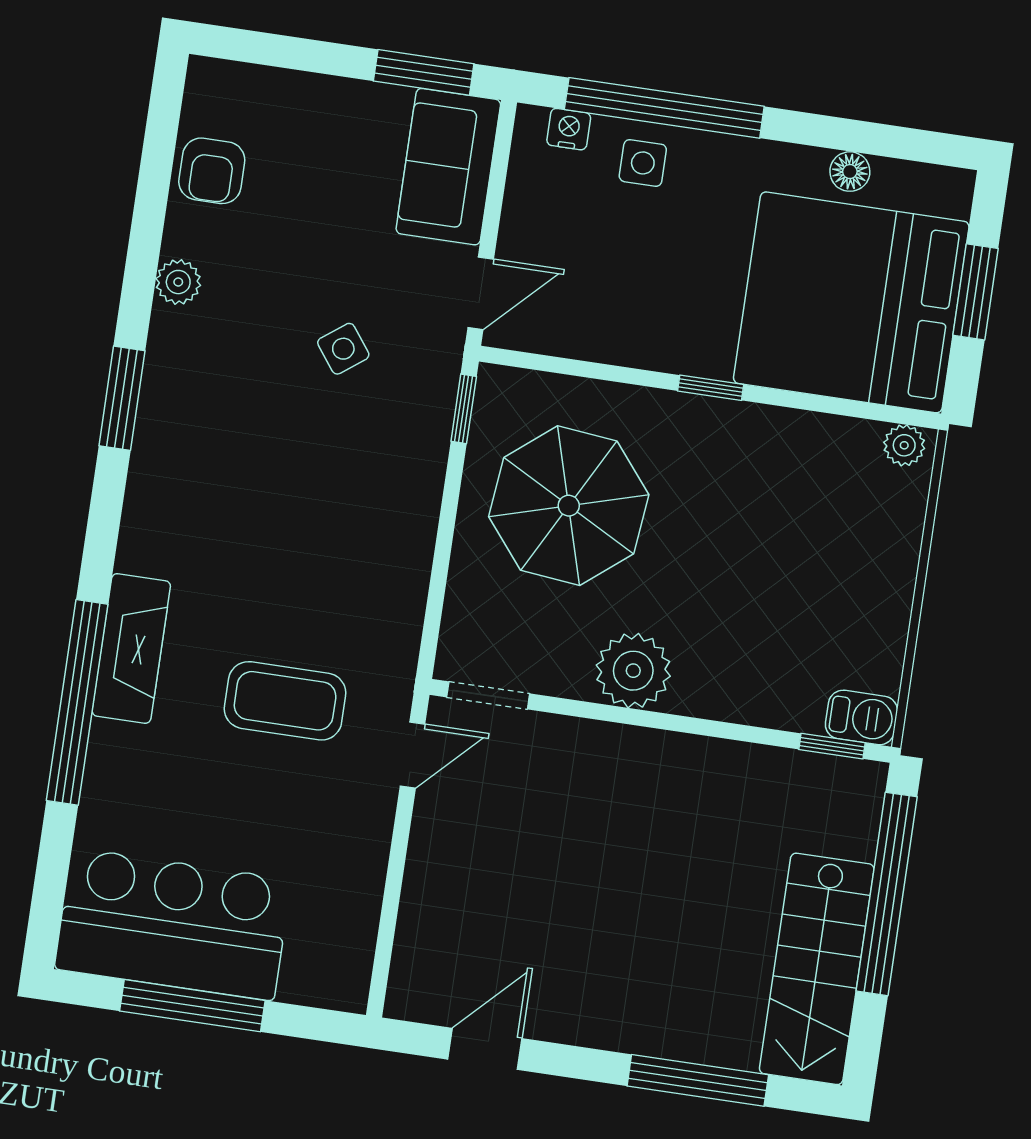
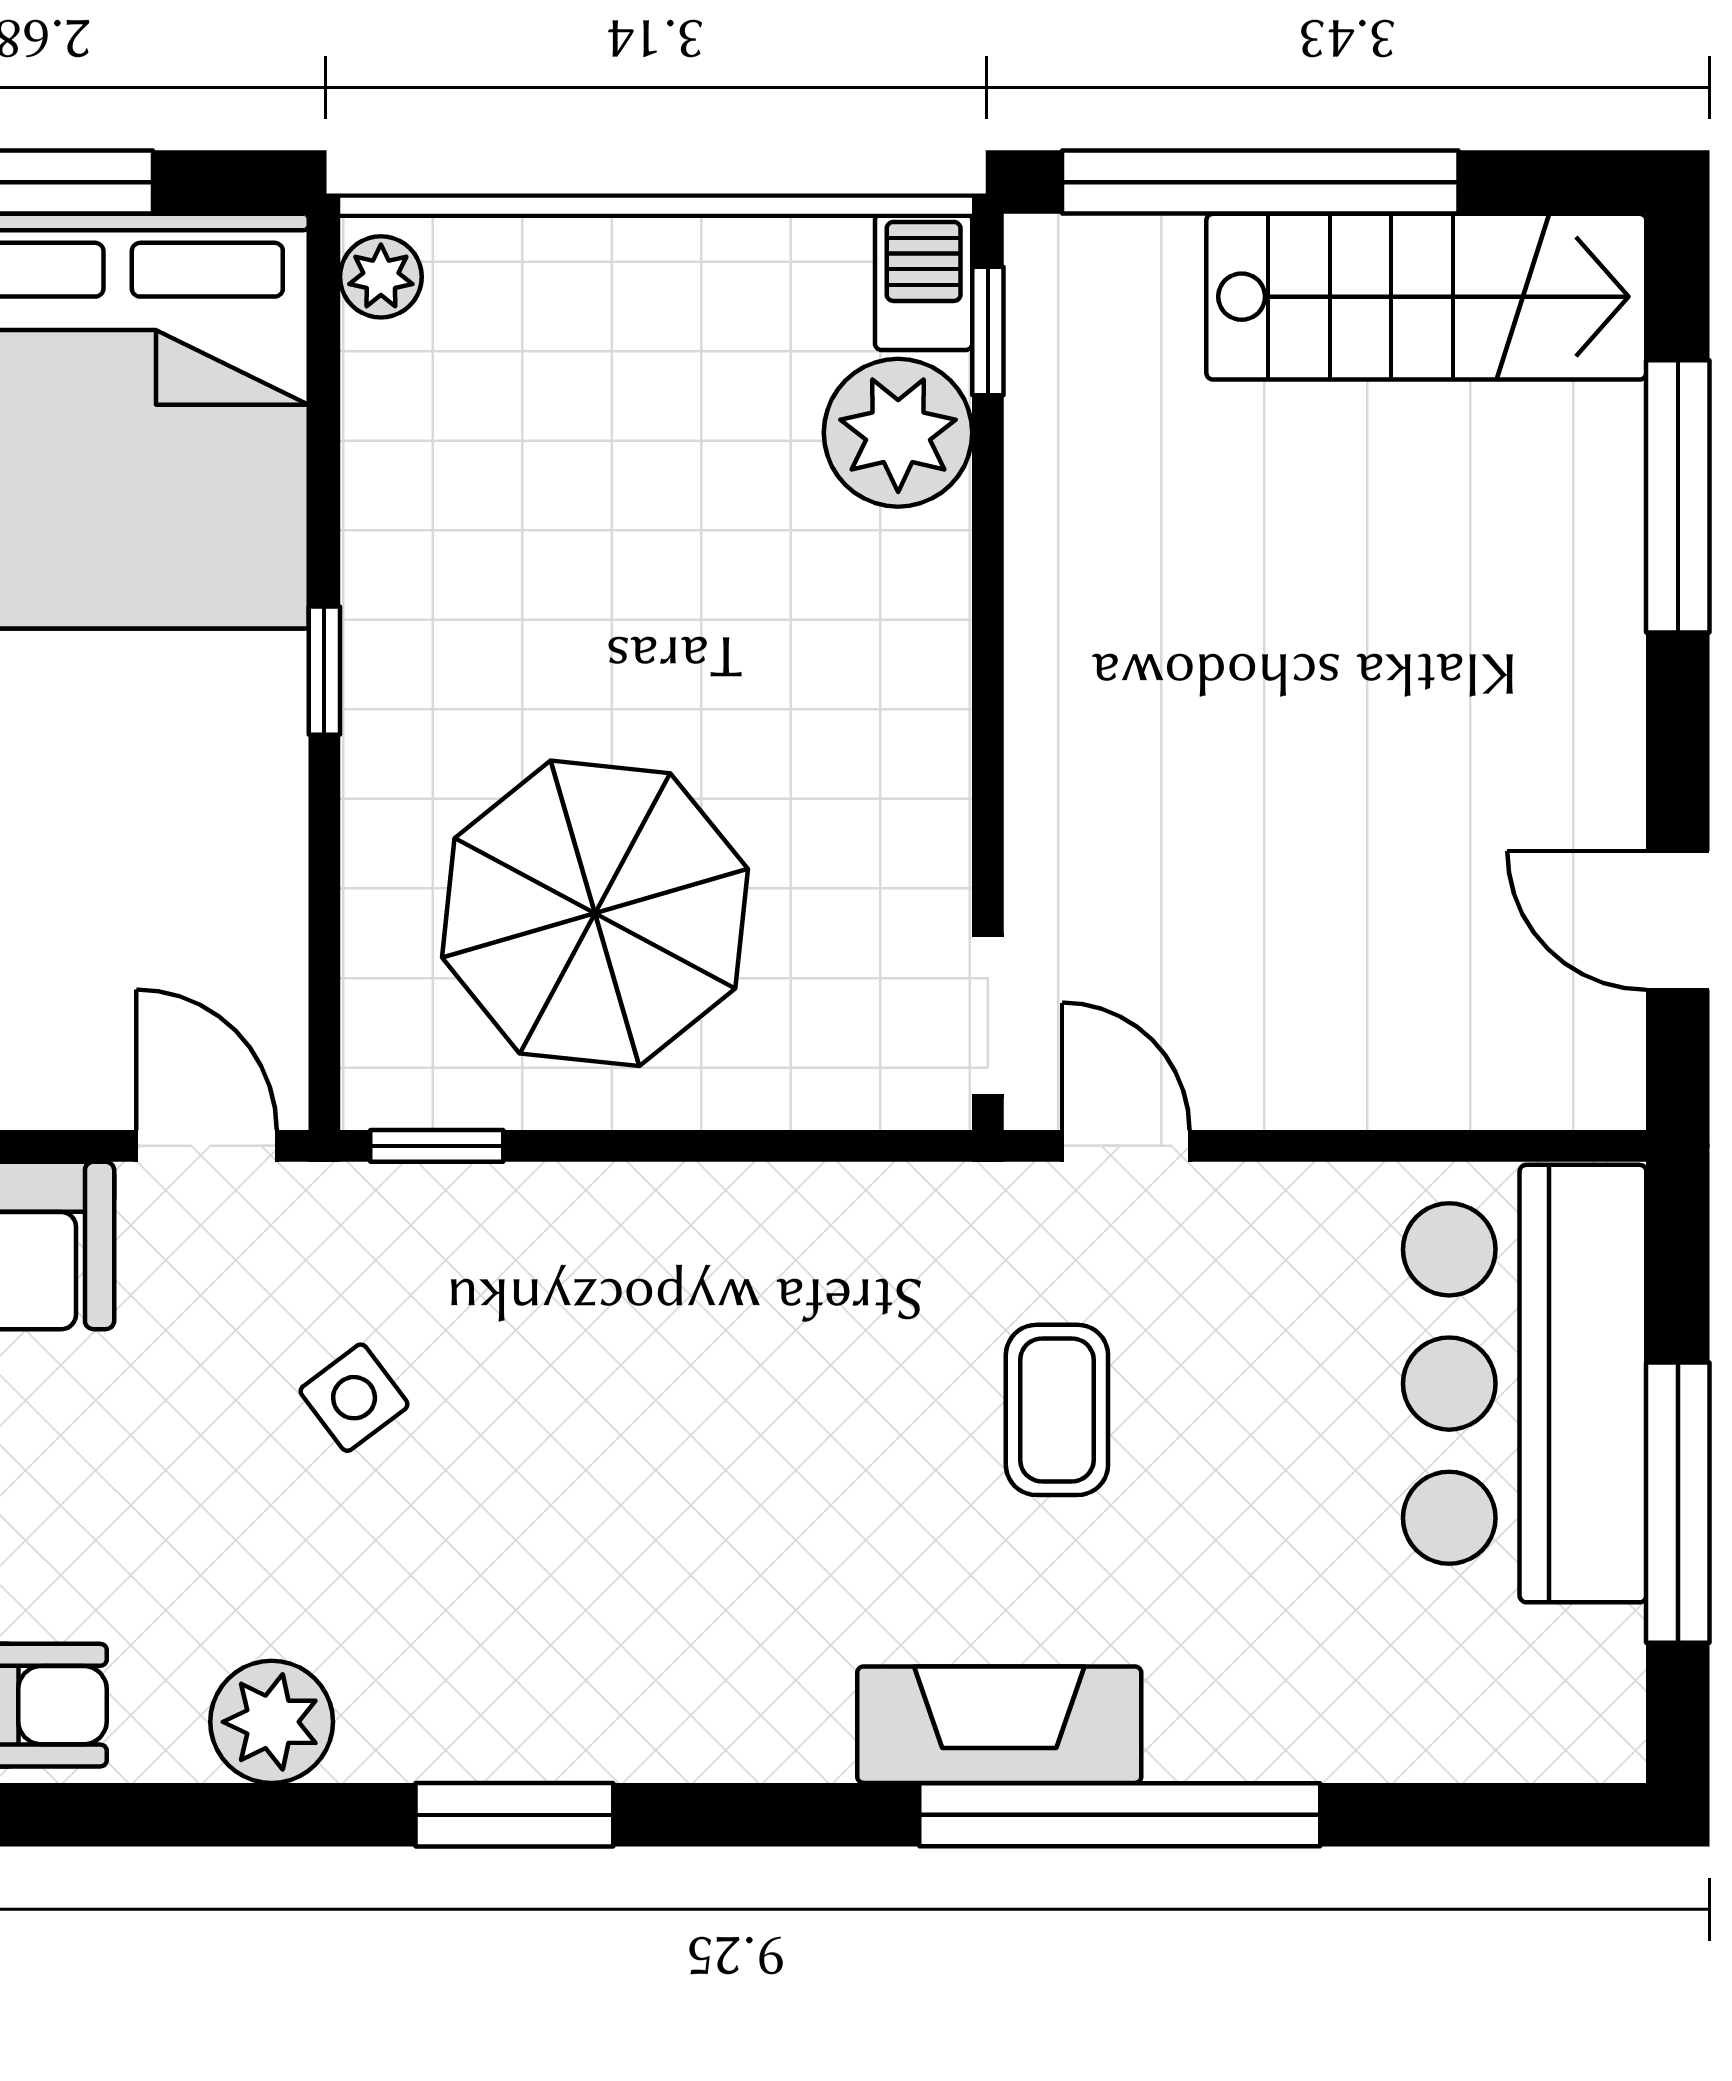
plant: (178, 282) -> (272, 1722), width x1.38, depth x1.38
plant: (633, 671) -> (898, 433), moved
coffee table: (285, 701) -> (1057, 1410), width x0.73, depth x0.77
bar counter: (173, 924) -> (1525, 1384), moved

